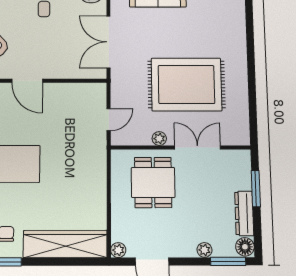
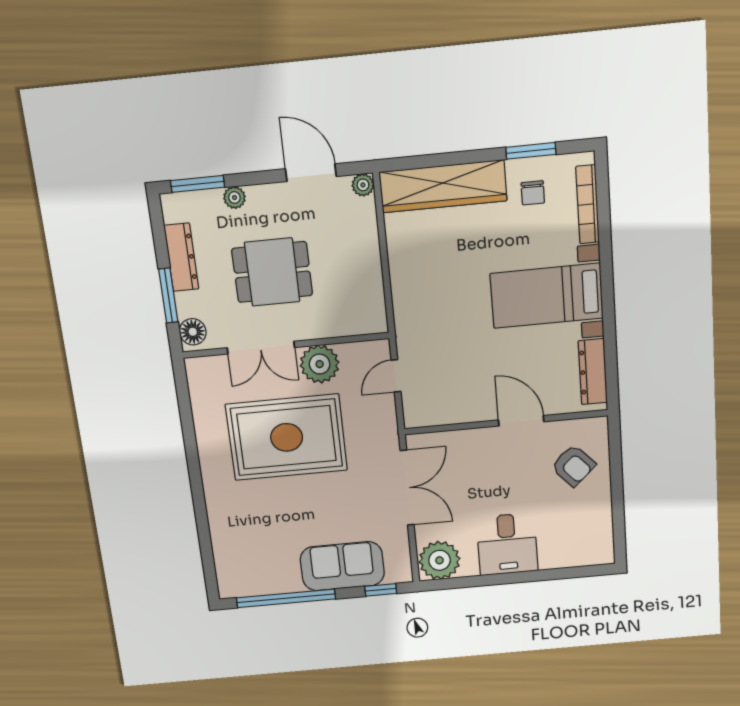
plant: (159, 139) -> (320, 364), width x1.87, depth x1.87
dining table: (153, 182) -> (272, 272), moved, turned 90
floor lamp: (245, 247) -> (193, 332), moved

